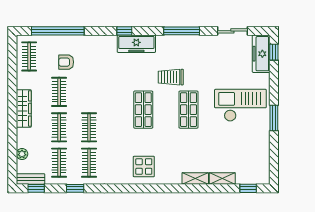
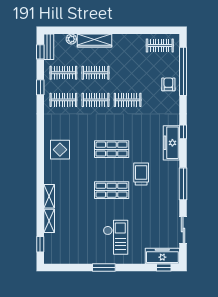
armchair: (66, 62) -> (168, 84), moved
clothes rail: (59, 92) -> (128, 100), moved
checkout: (240, 105) -> (115, 237), width x0.73, depth x0.83
wardrobe: (24, 108) -> (95, 41), moved

